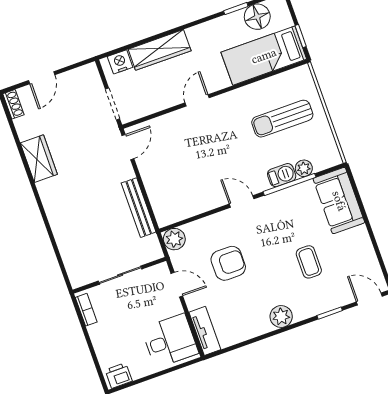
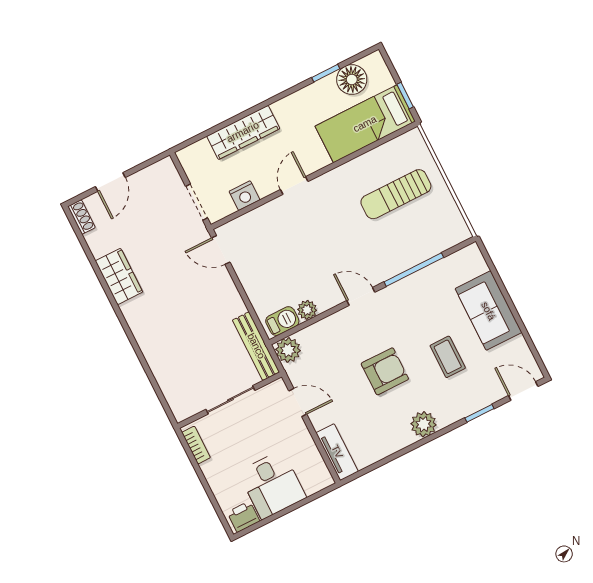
nightstand: (120, 62) -> (244, 196), moved, turned 180
door: (128, 147) -> (221, 250), swing flipped
plant: (304, 168) -> (307, 310), moved
barbecue: (282, 175) -> (282, 321), moved
sofa: (339, 201) -> (488, 311), moved
bench: (139, 208) -> (256, 346), moved
armchair: (228, 263) -> (385, 371), moved
desk: (170, 341) -> (272, 485), moved, turned 90

